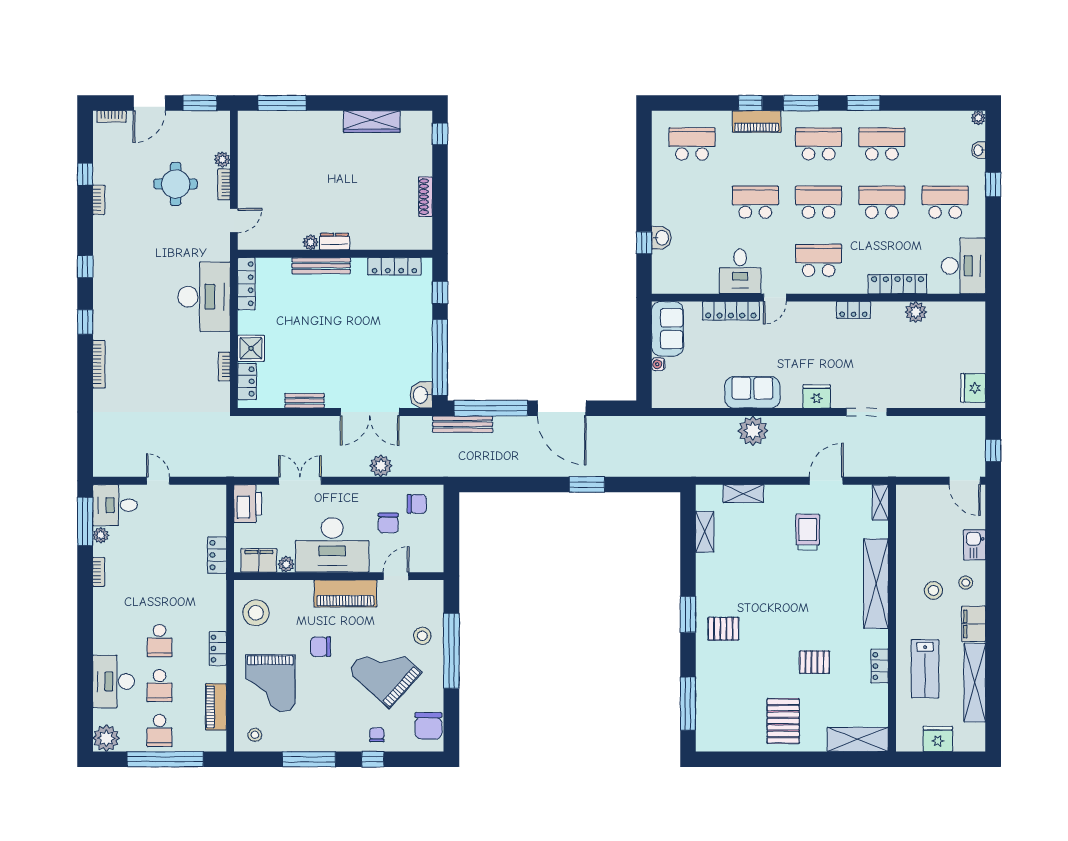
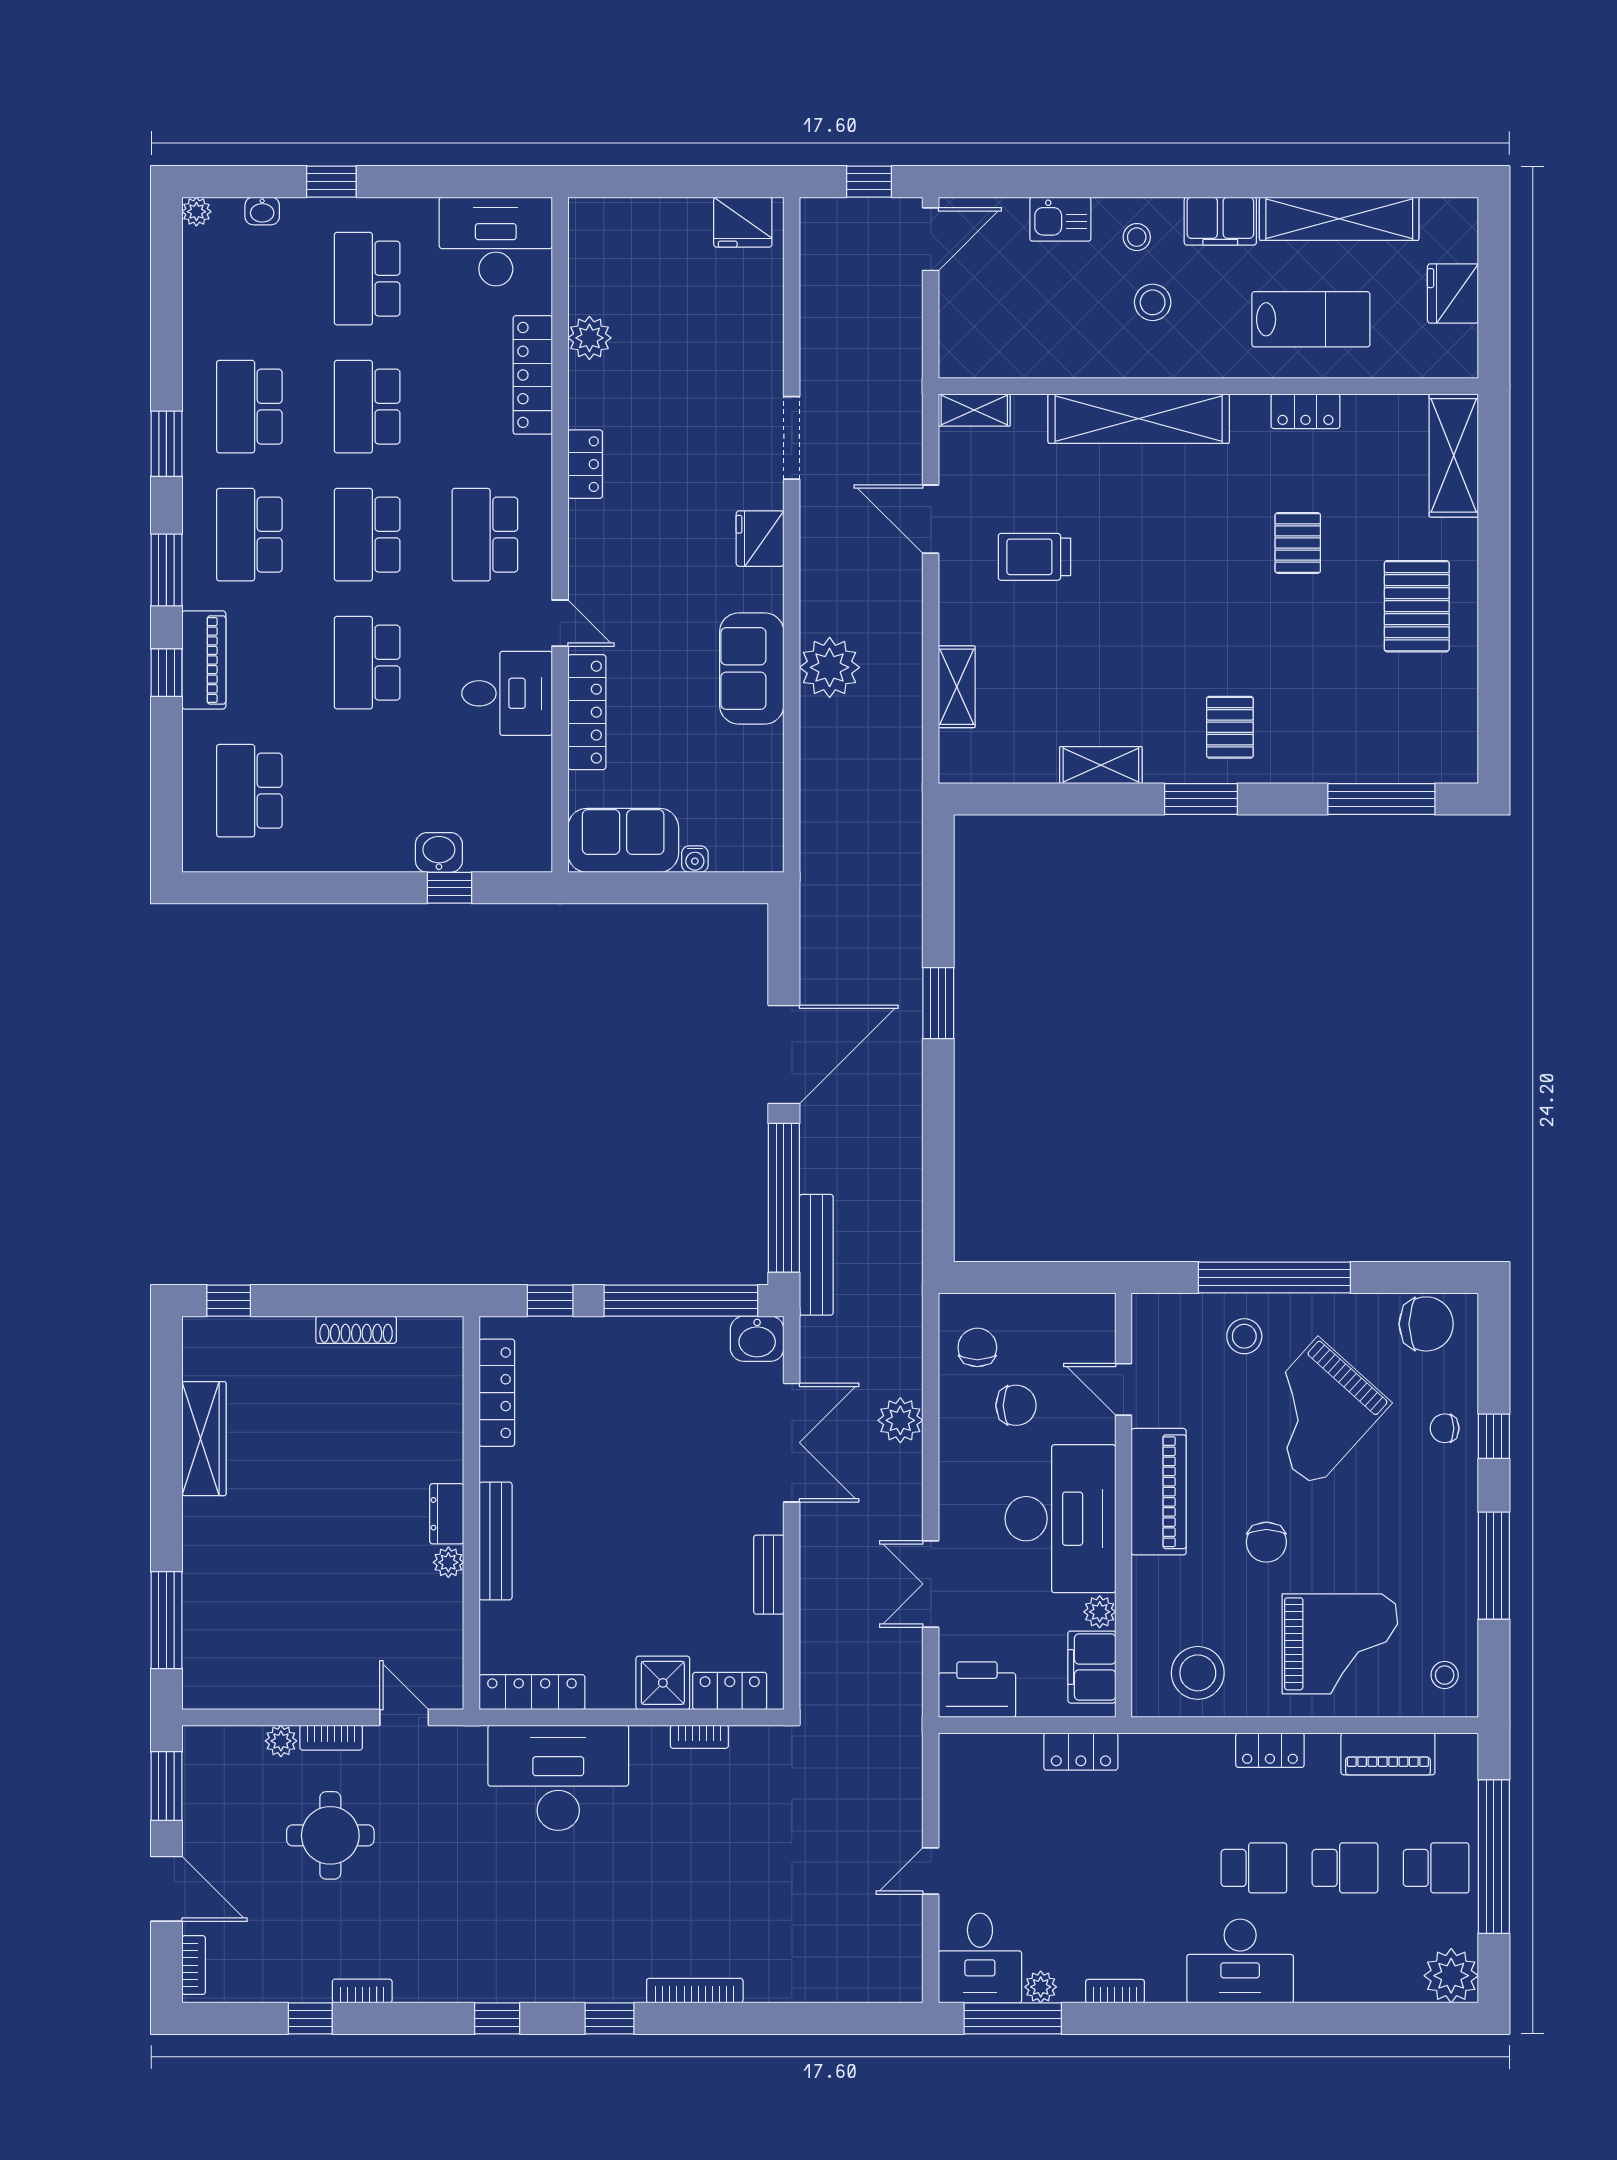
shelving: (705, 532) -> (1101, 765), moved
desk: (113, 681) -> (1240, 1961), moved
pallet: (783, 721) -> (1417, 606), turned 90

